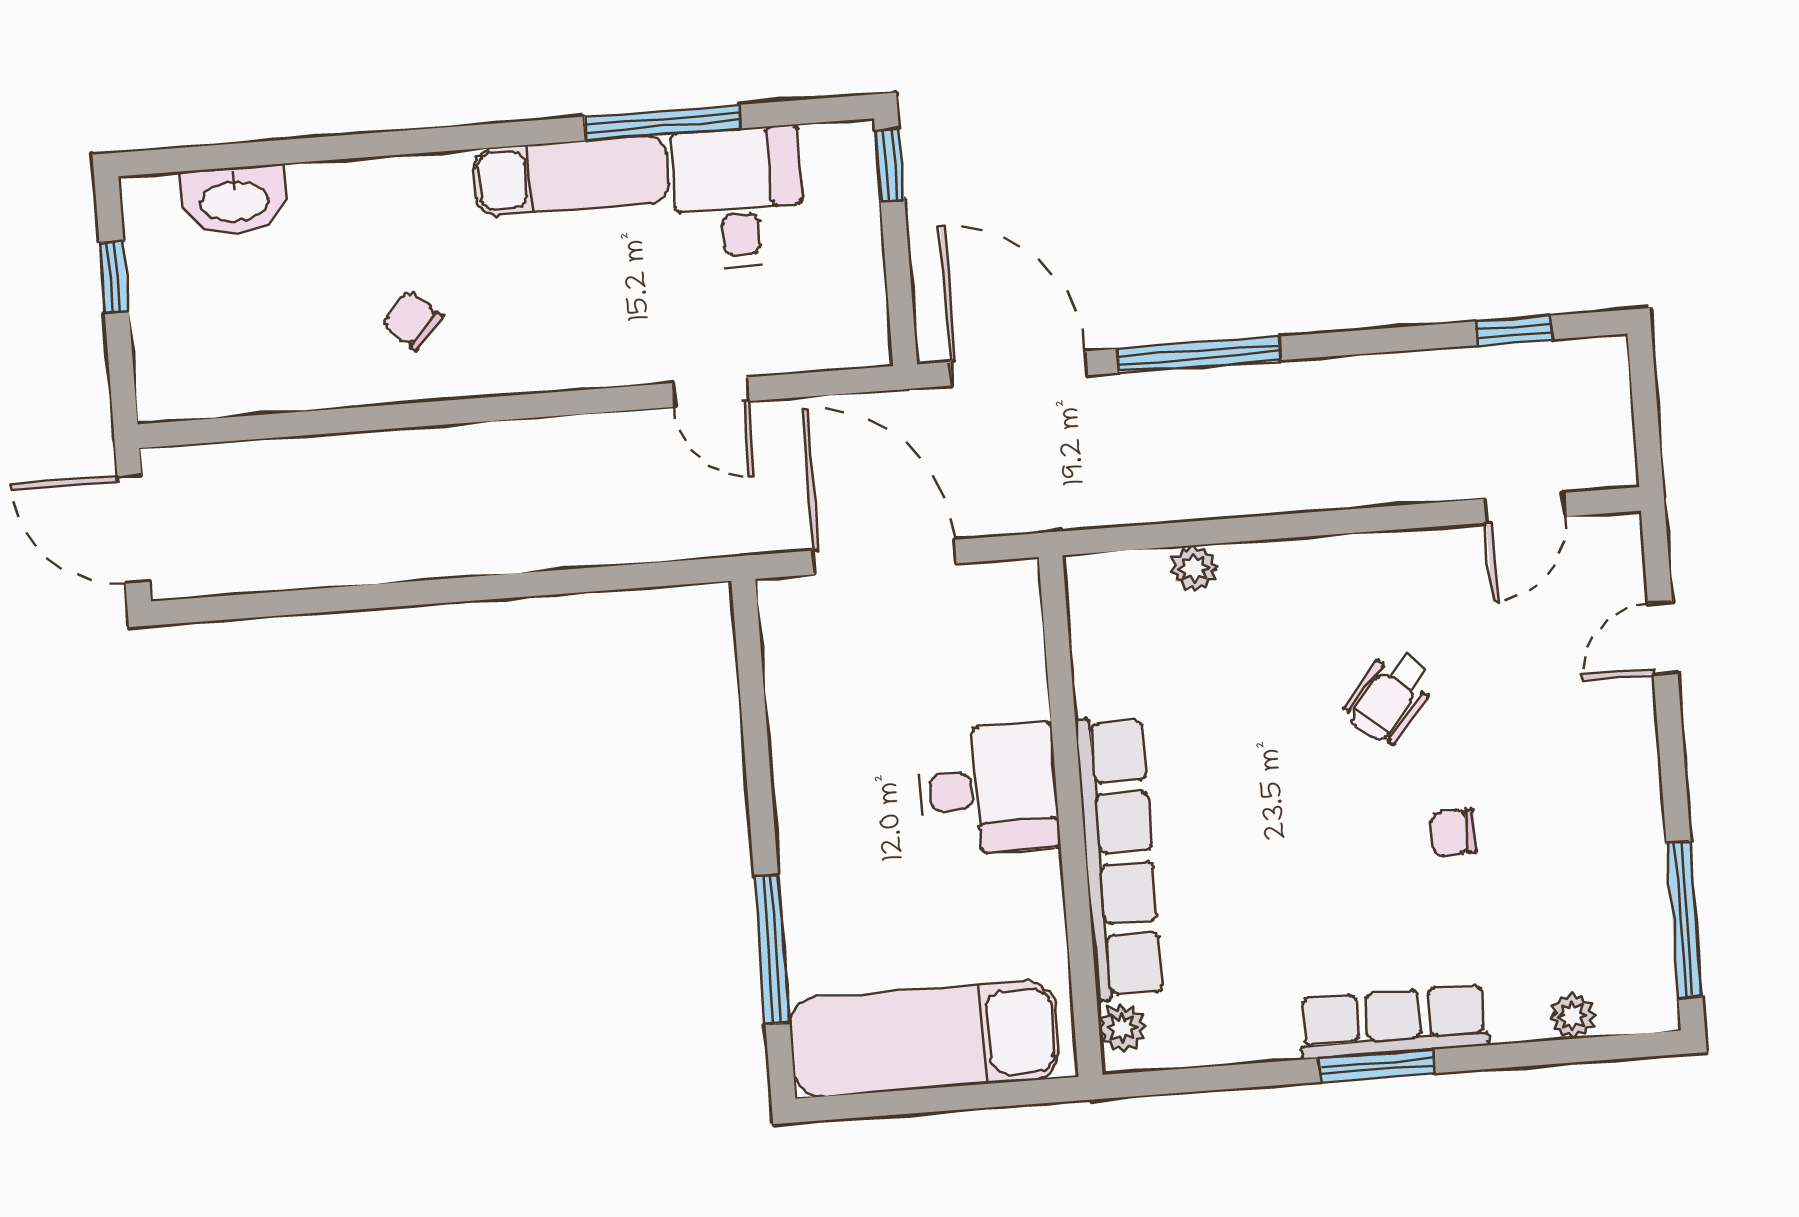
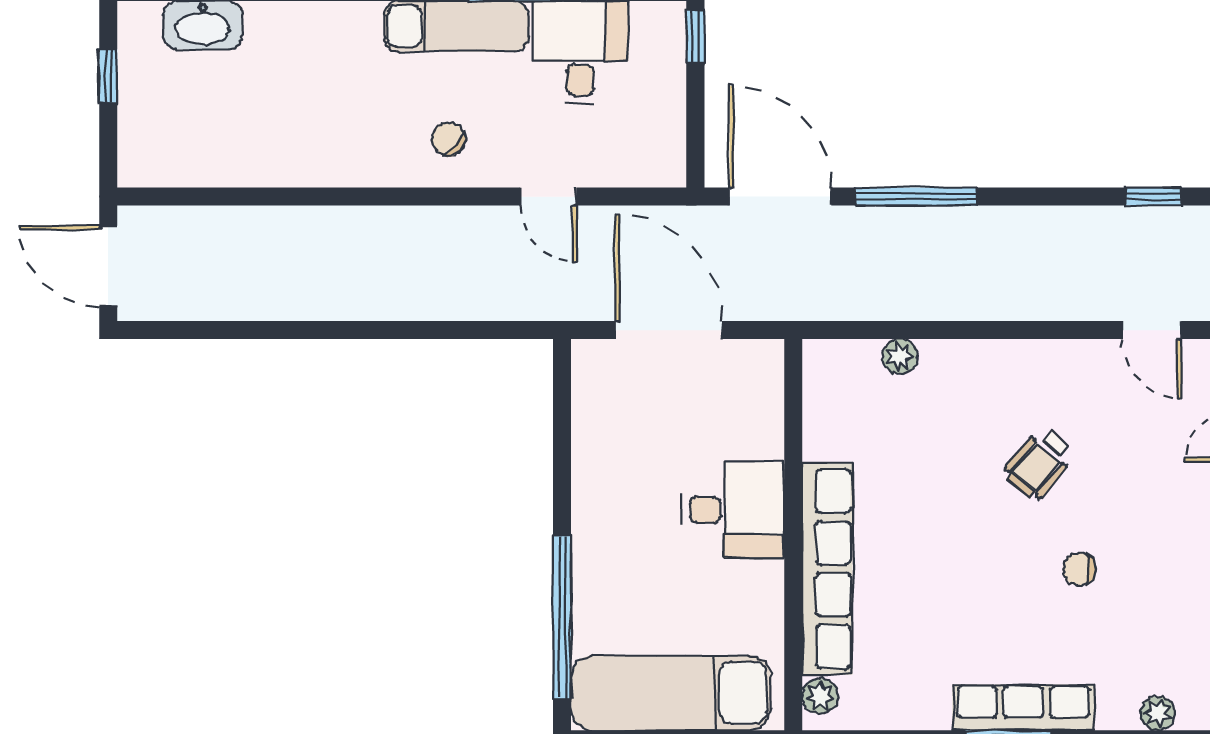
chair: (413, 320) -> (448, 139), moved
door: (1525, 508) -> (1151, 330), hinge flipped
window: (772, 950) -> (562, 618), width x1.46

